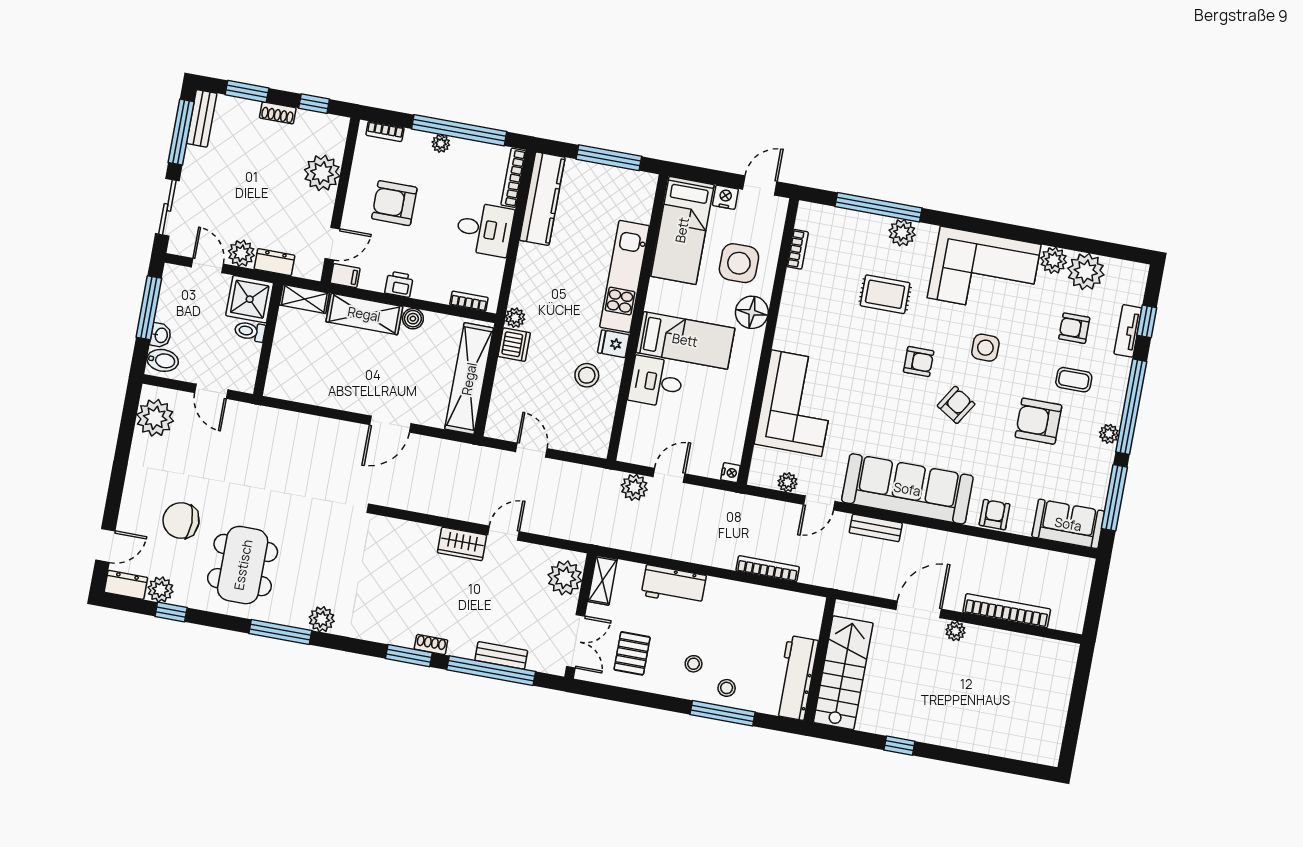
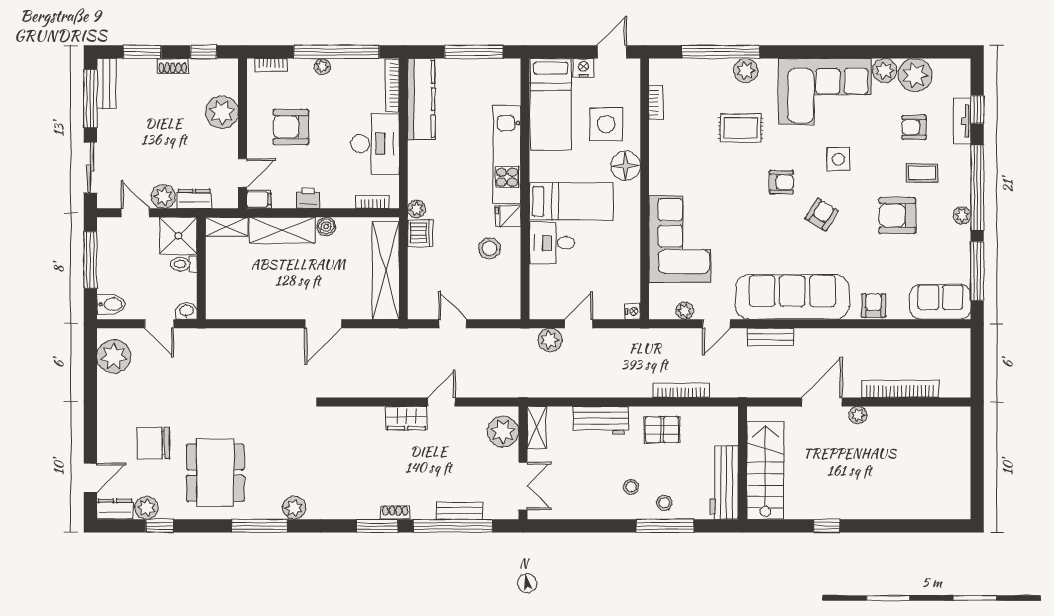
desk: (485, 229) -> (375, 144), width x1.37
washbasin: (161, 335) -> (186, 311), moved, turned -90
pallet: (632, 653) -> (662, 430), moved, turned 90

